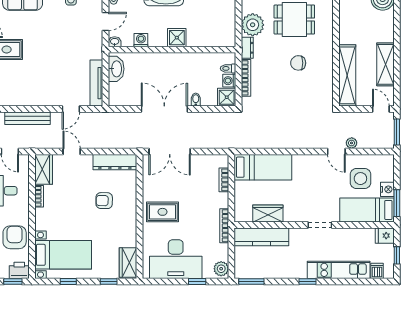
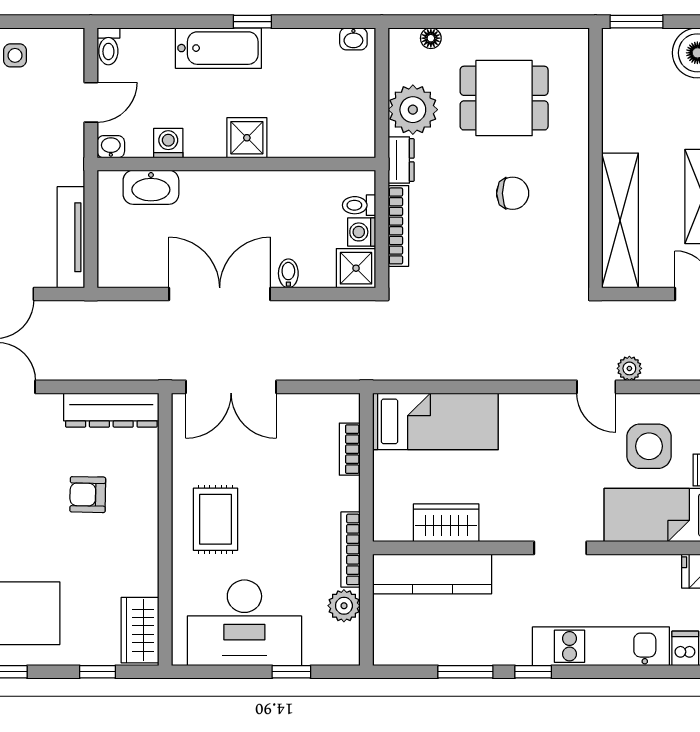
chair: (298, 63) -> (513, 193), turned 180
washbasin: (116, 69) -> (151, 187), moved, turned 90
rug: (162, 212) -> (215, 519), turned 90
plant: (221, 269) -> (344, 606), moved
window: (251, 282) -> (465, 672), moved

